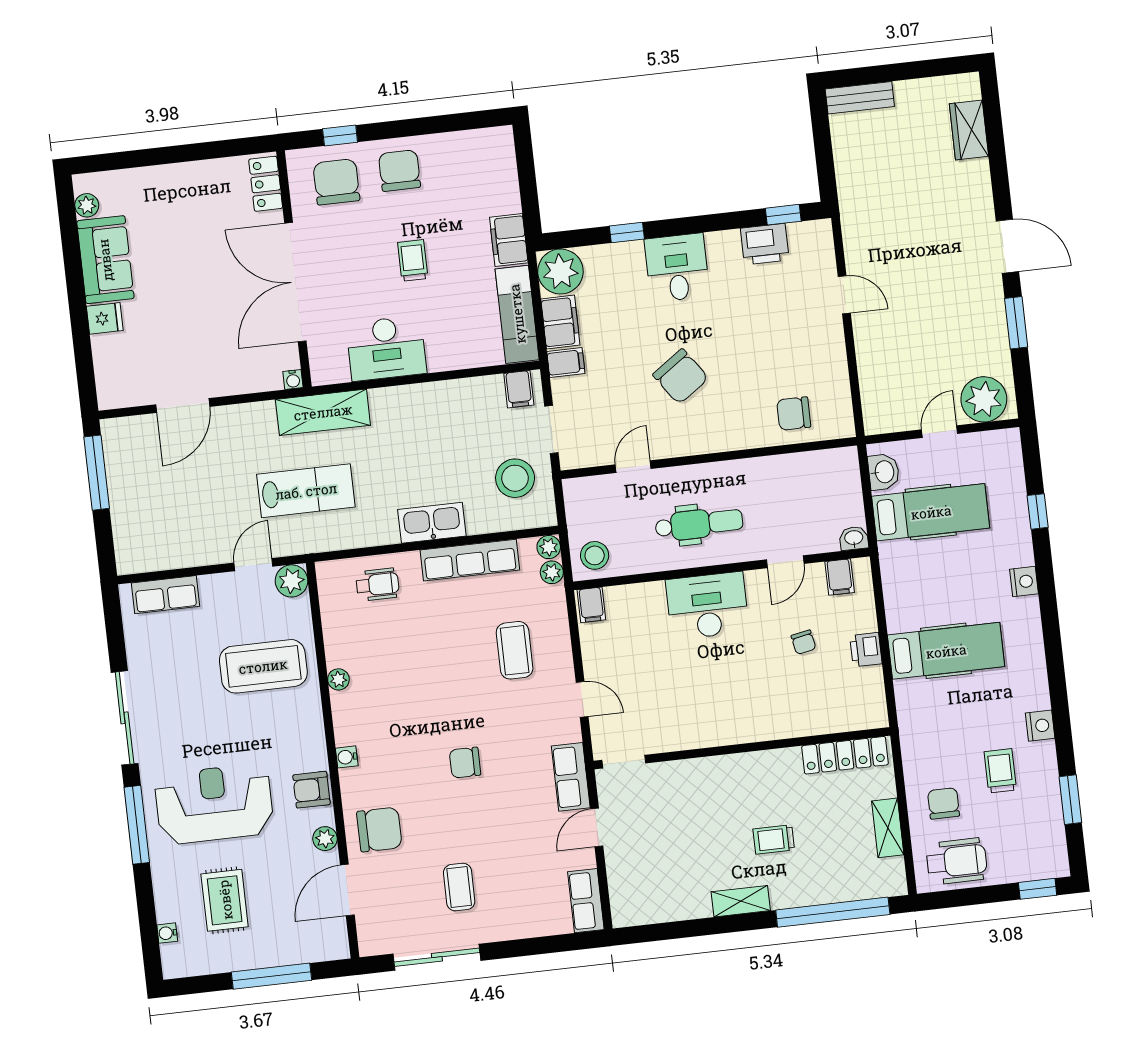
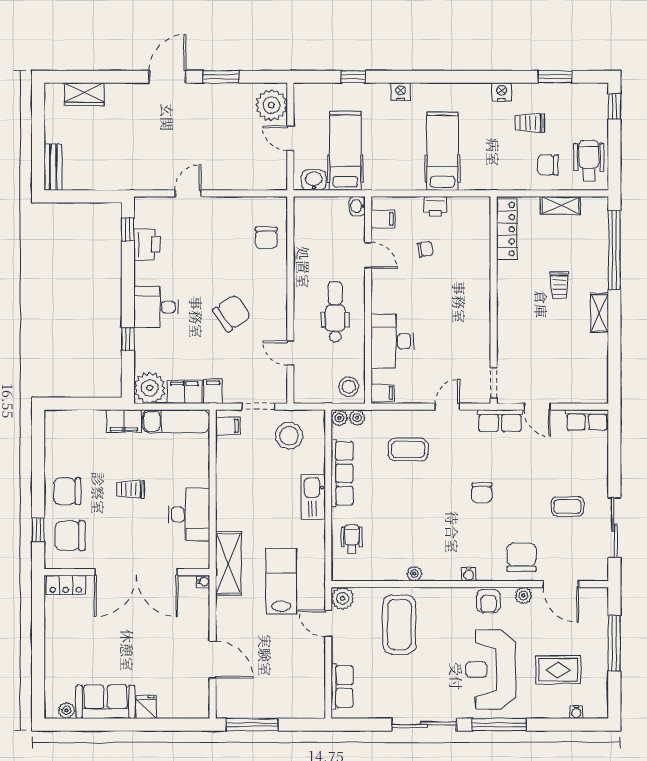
desk: (707, 606) -> (392, 341), moved

